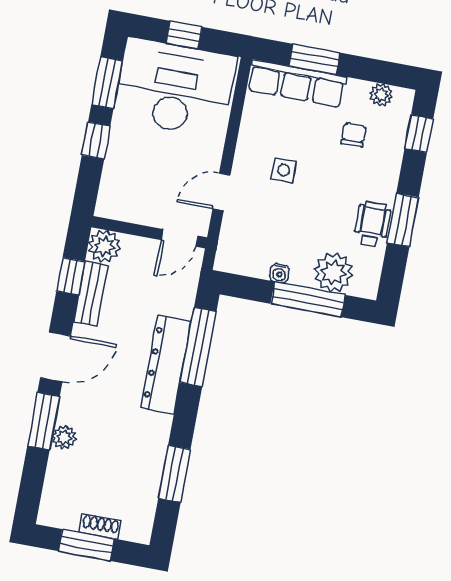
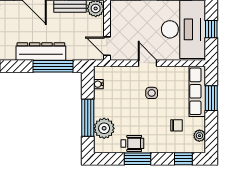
door: (221, 192) -> (147, 63), moved
water cooler: (279, 273) -> (98, 84), moved

